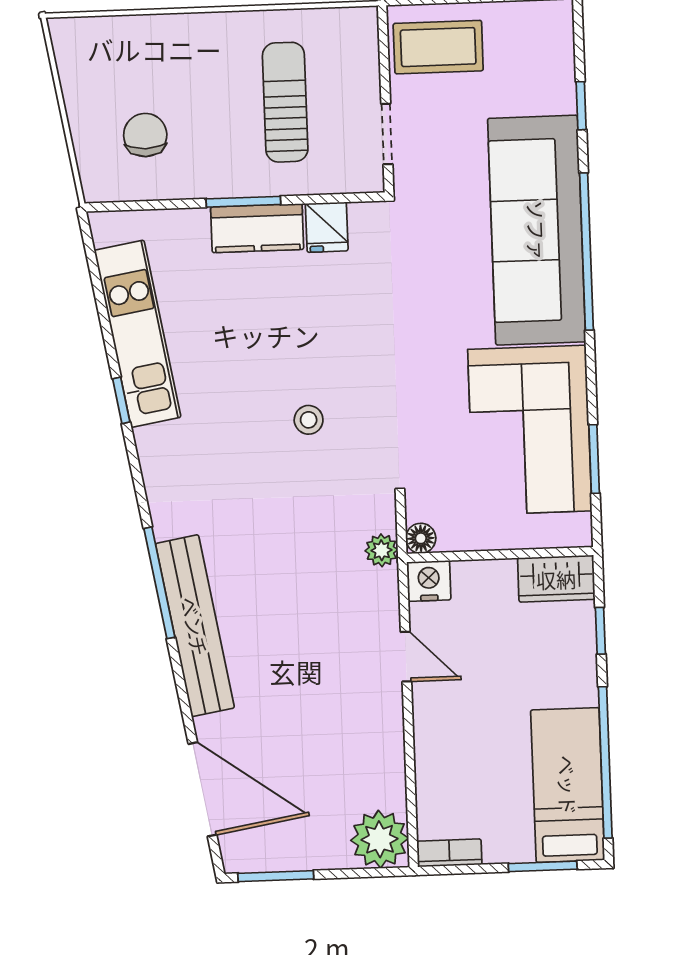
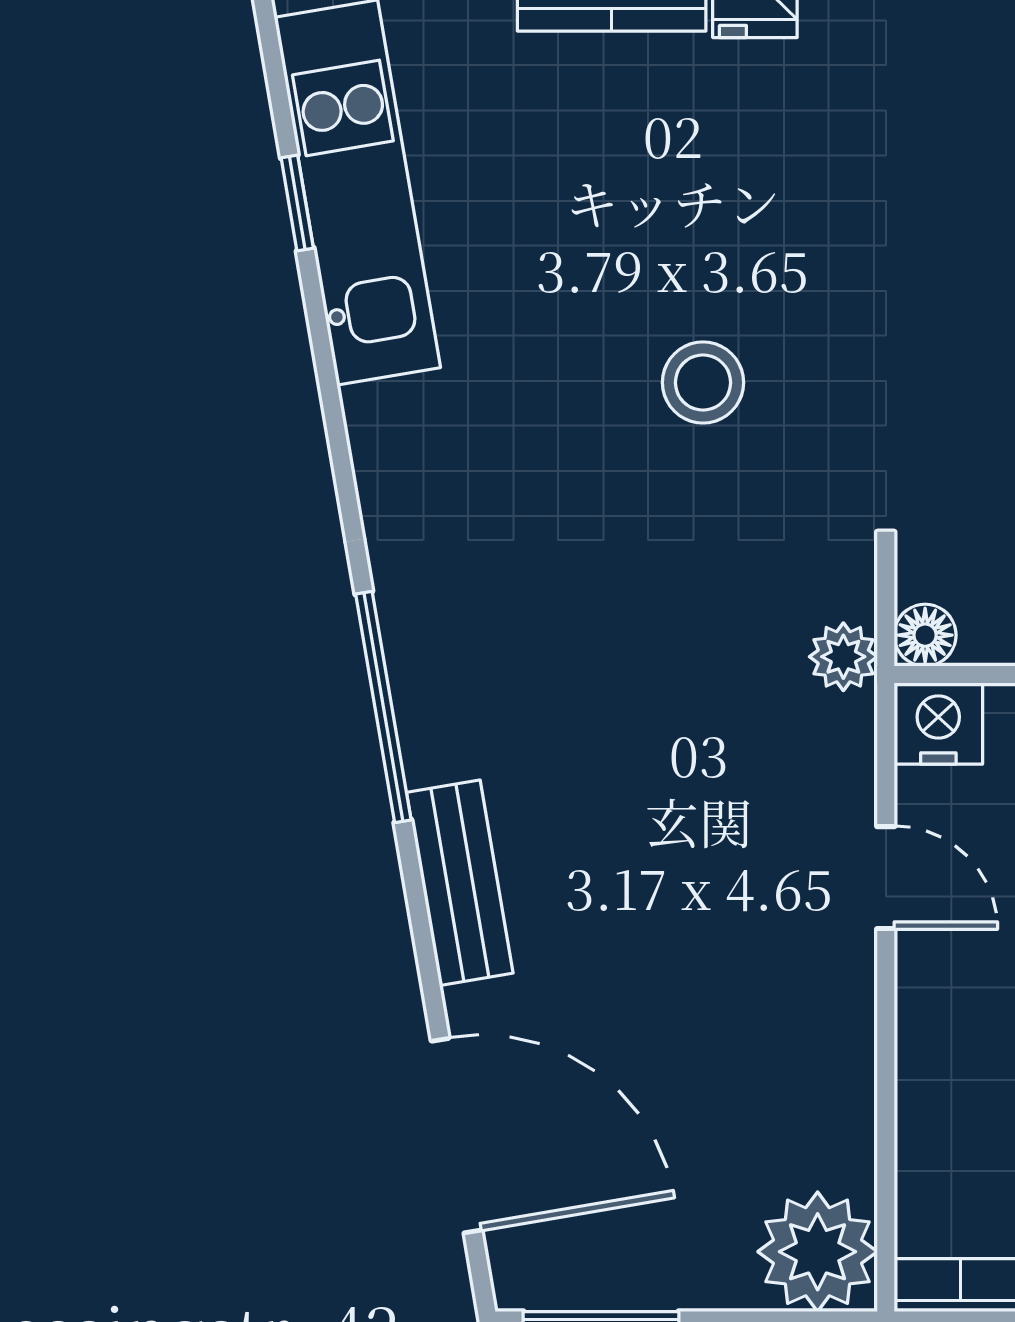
window: (121, 400) -> (297, 203), moved
stool: (309, 420) -> (703, 383), width x1.37, depth x1.37
bench: (195, 626) -> (460, 883), width x0.54, depth x0.82

